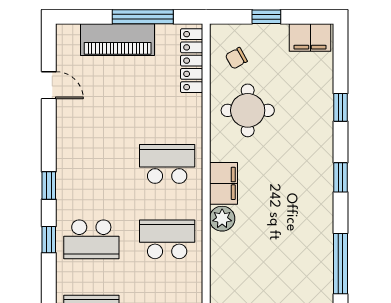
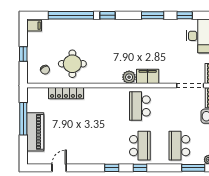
filing cabinet: (310, 37) -> (34, 26), width x0.50
locker: (192, 61) -> (66, 93), moved
window: (340, 107) -> (71, 15), width x3.17
school desk: (167, 164) -> (100, 106), removed
filing cabinet: (223, 183) -> (148, 76), moved
window: (340, 264) -> (153, 15), width x0.69

